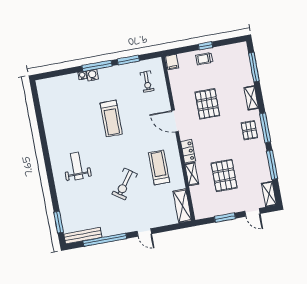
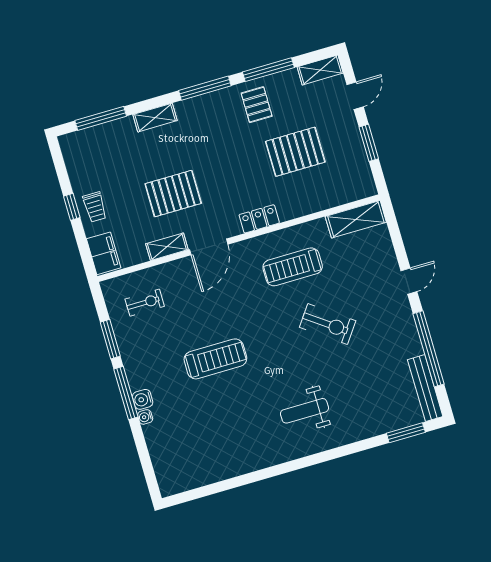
filing cabinet: (172, 62) -> (104, 253), width x2.00
pallet: (249, 130) -> (257, 105), moved, turned 90
shelving: (192, 174) -> (167, 247), moved

